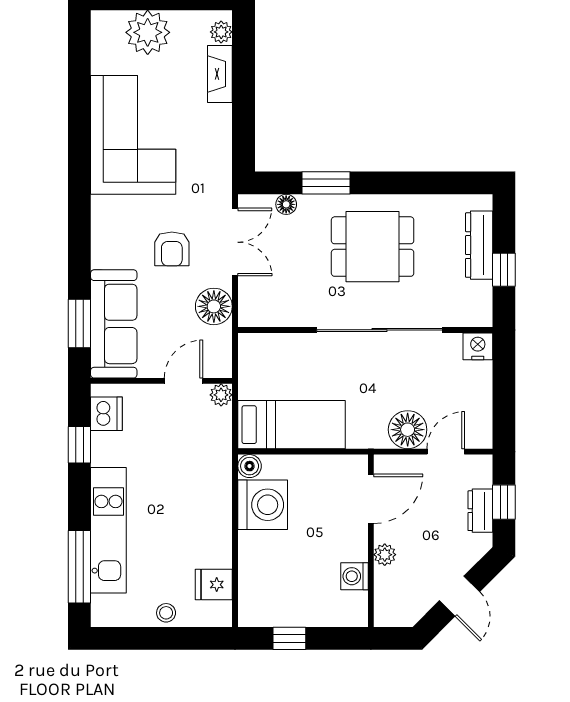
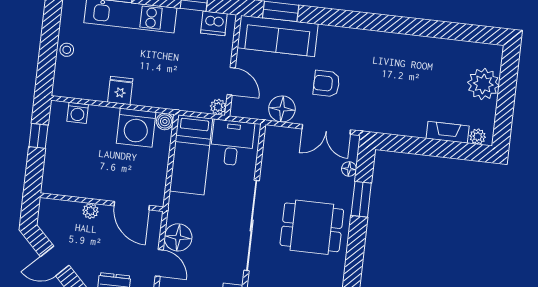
corner sofa: (133, 135) -> (411, 65), removed
dining table: (373, 247) -> (312, 227), turned 90
desk: (268, 370) -> (232, 143), added
washing machine: (354, 576) -> (78, 113), moved, turned 180
fridge: (214, 585) -> (120, 90), moved

